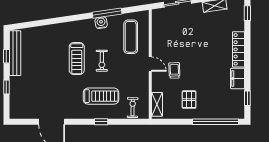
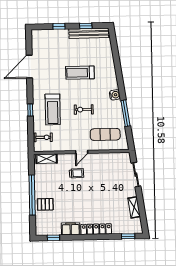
water cooler: (101, 23) -> (115, 95), moved
treadmill: (77, 58) -> (80, 73), moved
pallet: (189, 100) -> (45, 204), moved
window: (215, 122) -> (32, 195), moved

